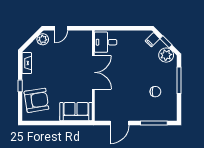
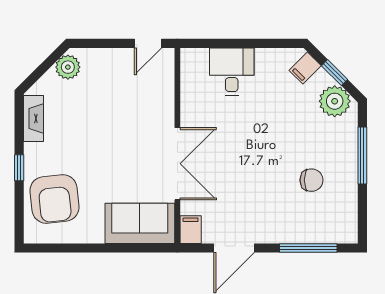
door: (61, 28) -> (148, 43), moved
desk: (106, 42) -> (232, 72), moved, turned 90
double door: (93, 72) -> (177, 164), moved
armchair: (36, 100) -> (54, 199), turned 93
filing cabinet: (99, 114) -> (191, 230), added

